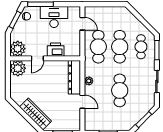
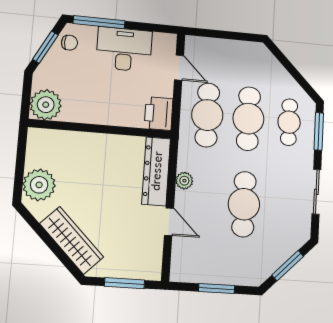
printer: (56, 50) -> (159, 114), moved, turned -90
door: (37, 58) -> (84, 128), removed
plant: (18, 68) -> (39, 185), moved

